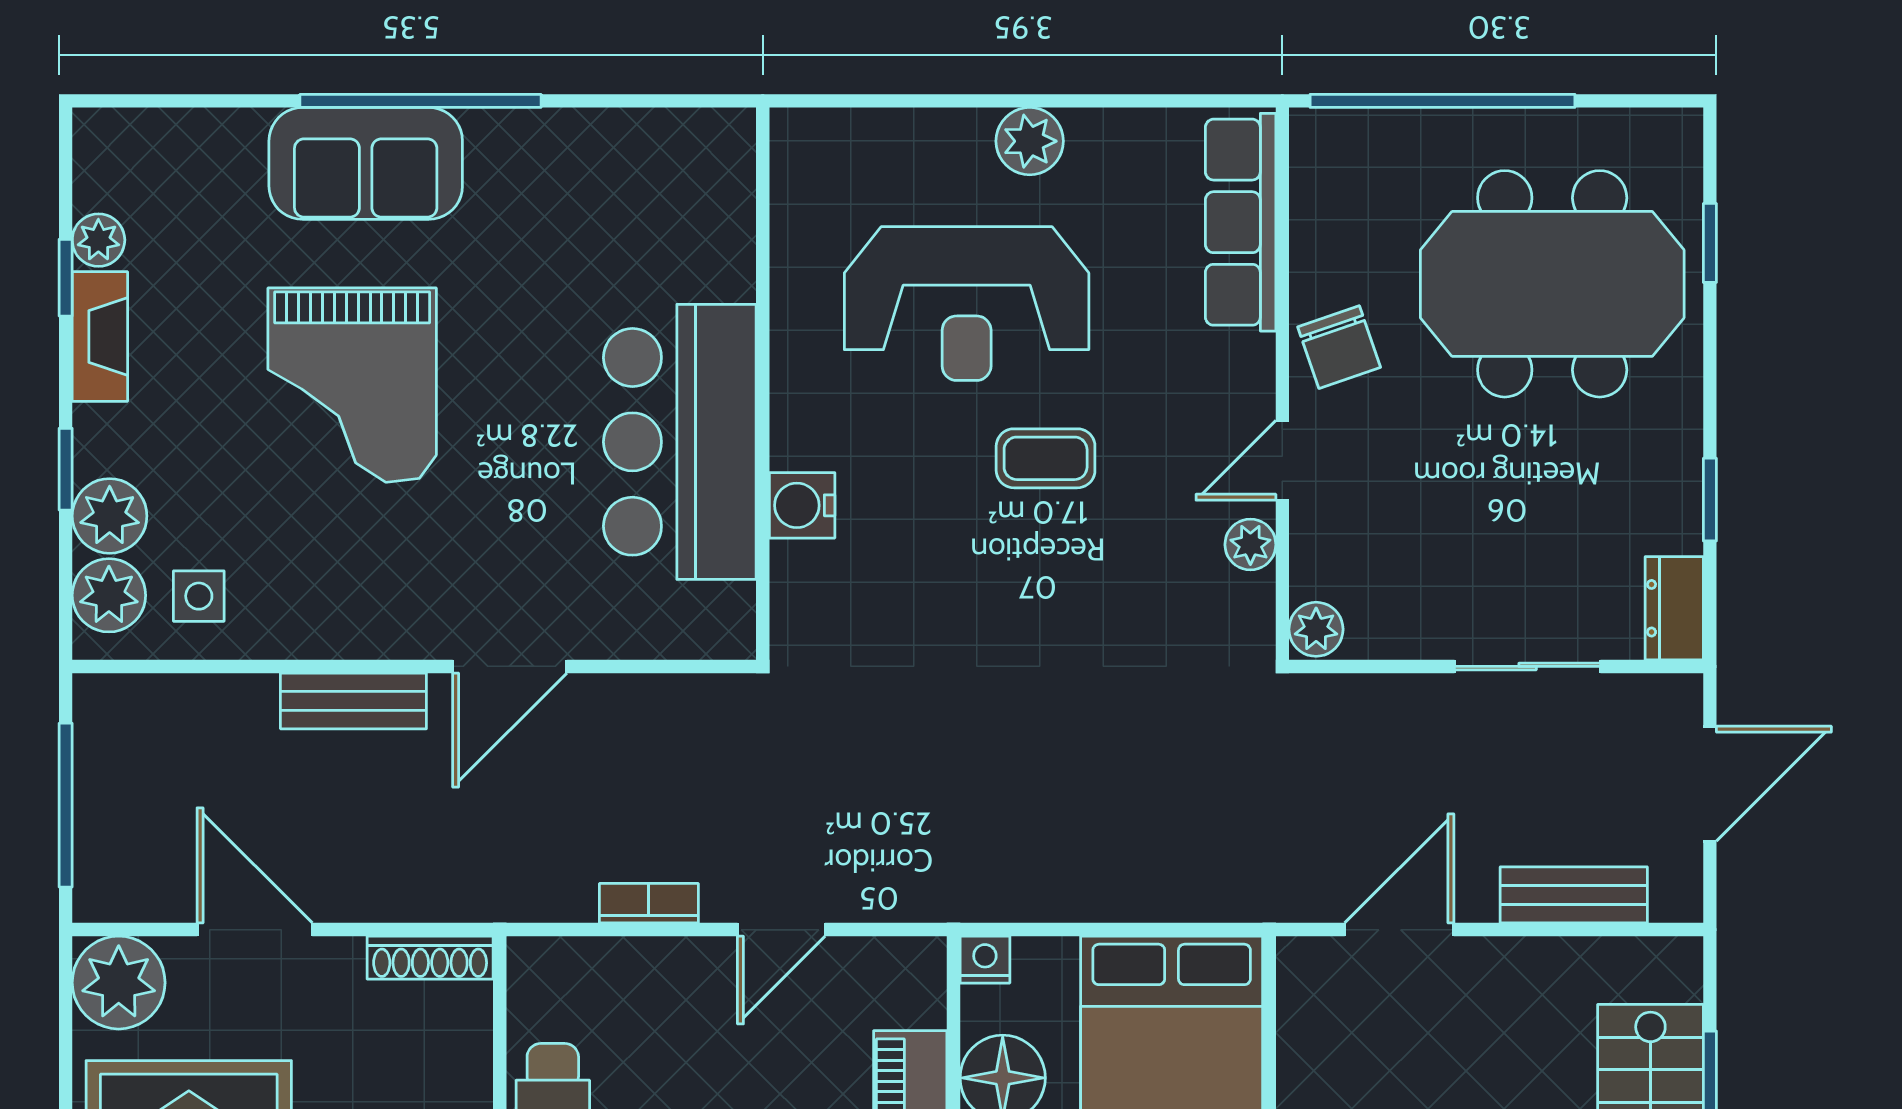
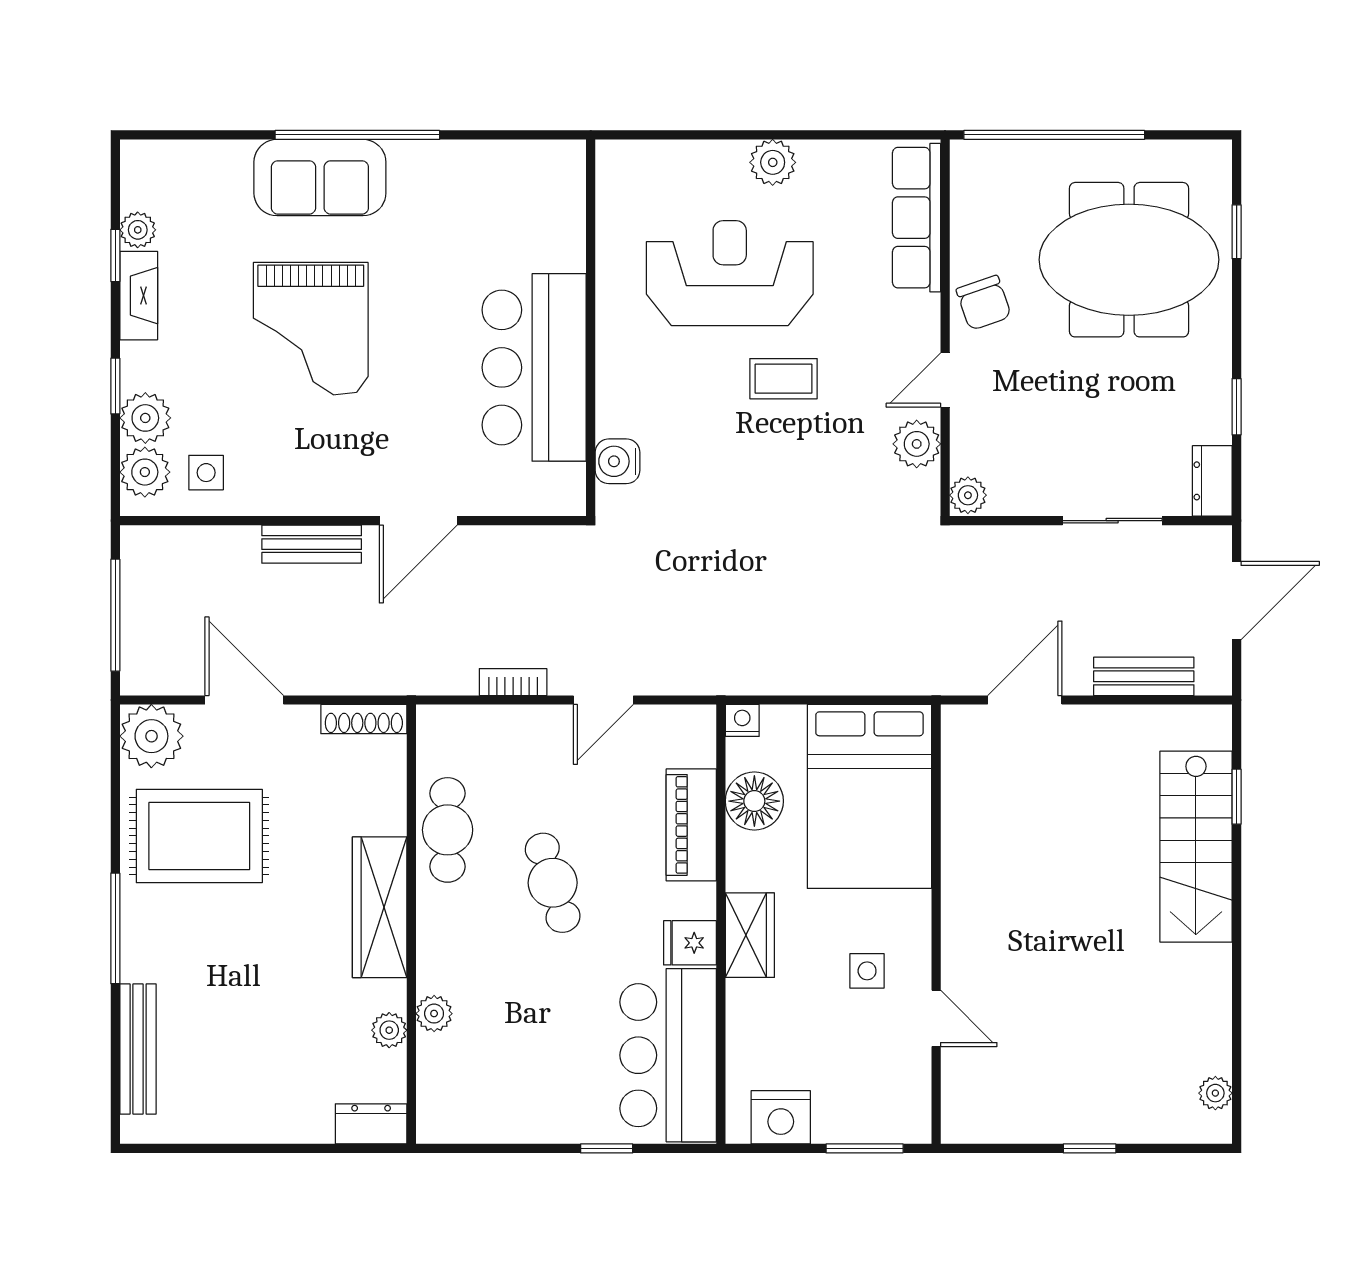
reception desk: (967, 304) -> (730, 273), turned 180
water cooler: (802, 505) -> (618, 461), moved
plant: (1250, 545) -> (917, 444), width x1.38, depth x1.38

